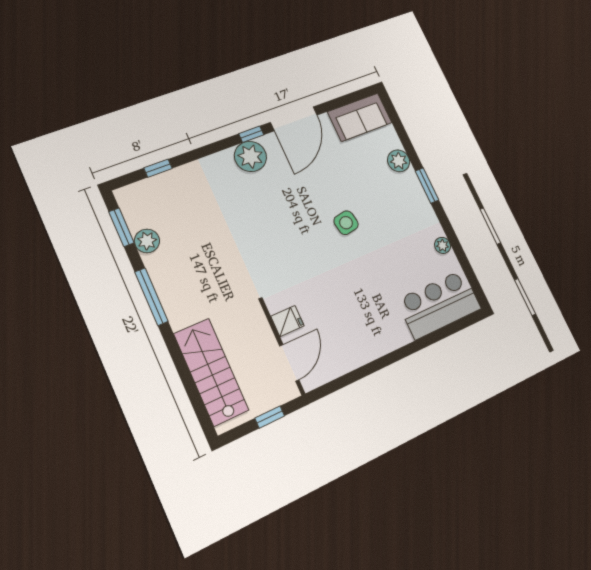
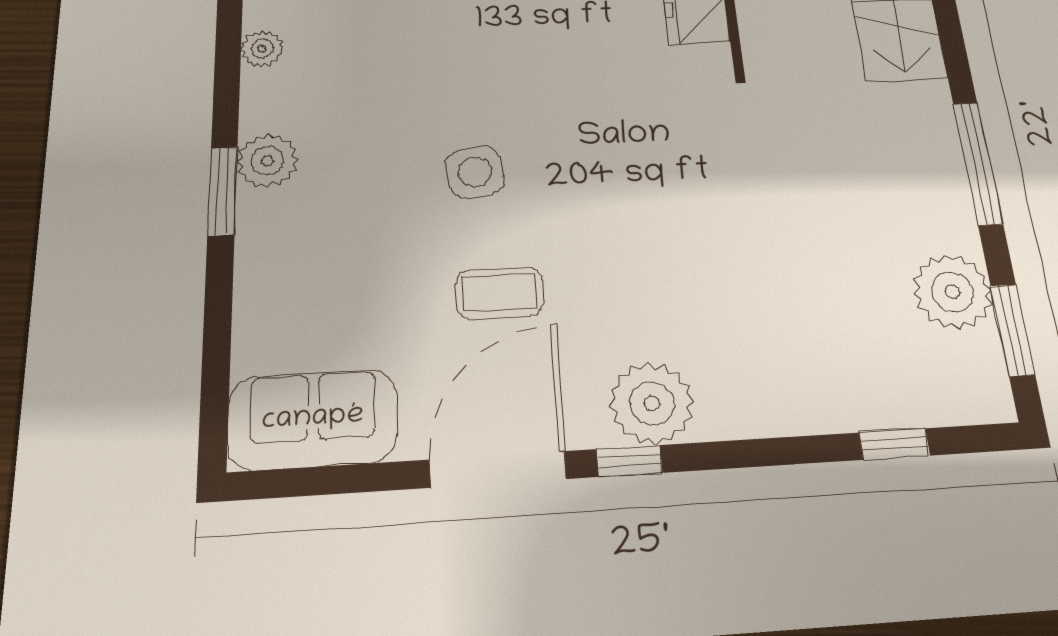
plant: (399, 161) -> (268, 161), moved
coffee table: (318, 179) -> (499, 293), added
plant: (147, 241) -> (952, 292), width x1.36, depth x1.36

